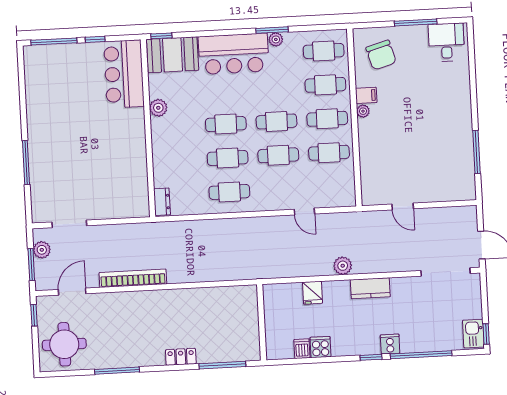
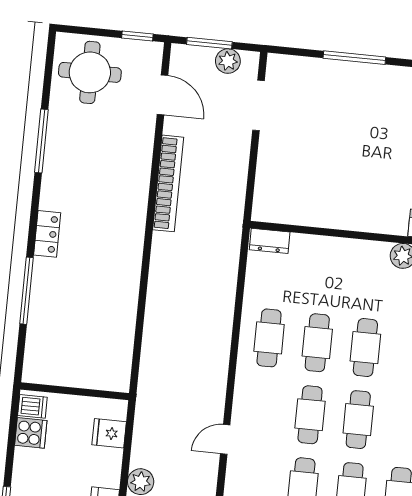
wall: (262, 322) -> (75, 391), moved

